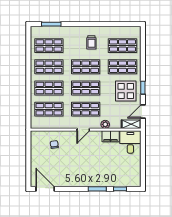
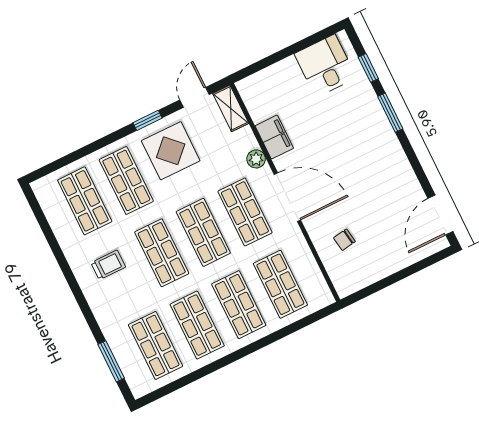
door: (143, 112) -> (195, 97), swing flipped
door: (83, 130) -> (287, 197), width x1.88
desk: (130, 142) -> (325, 66), moved, turned 90

